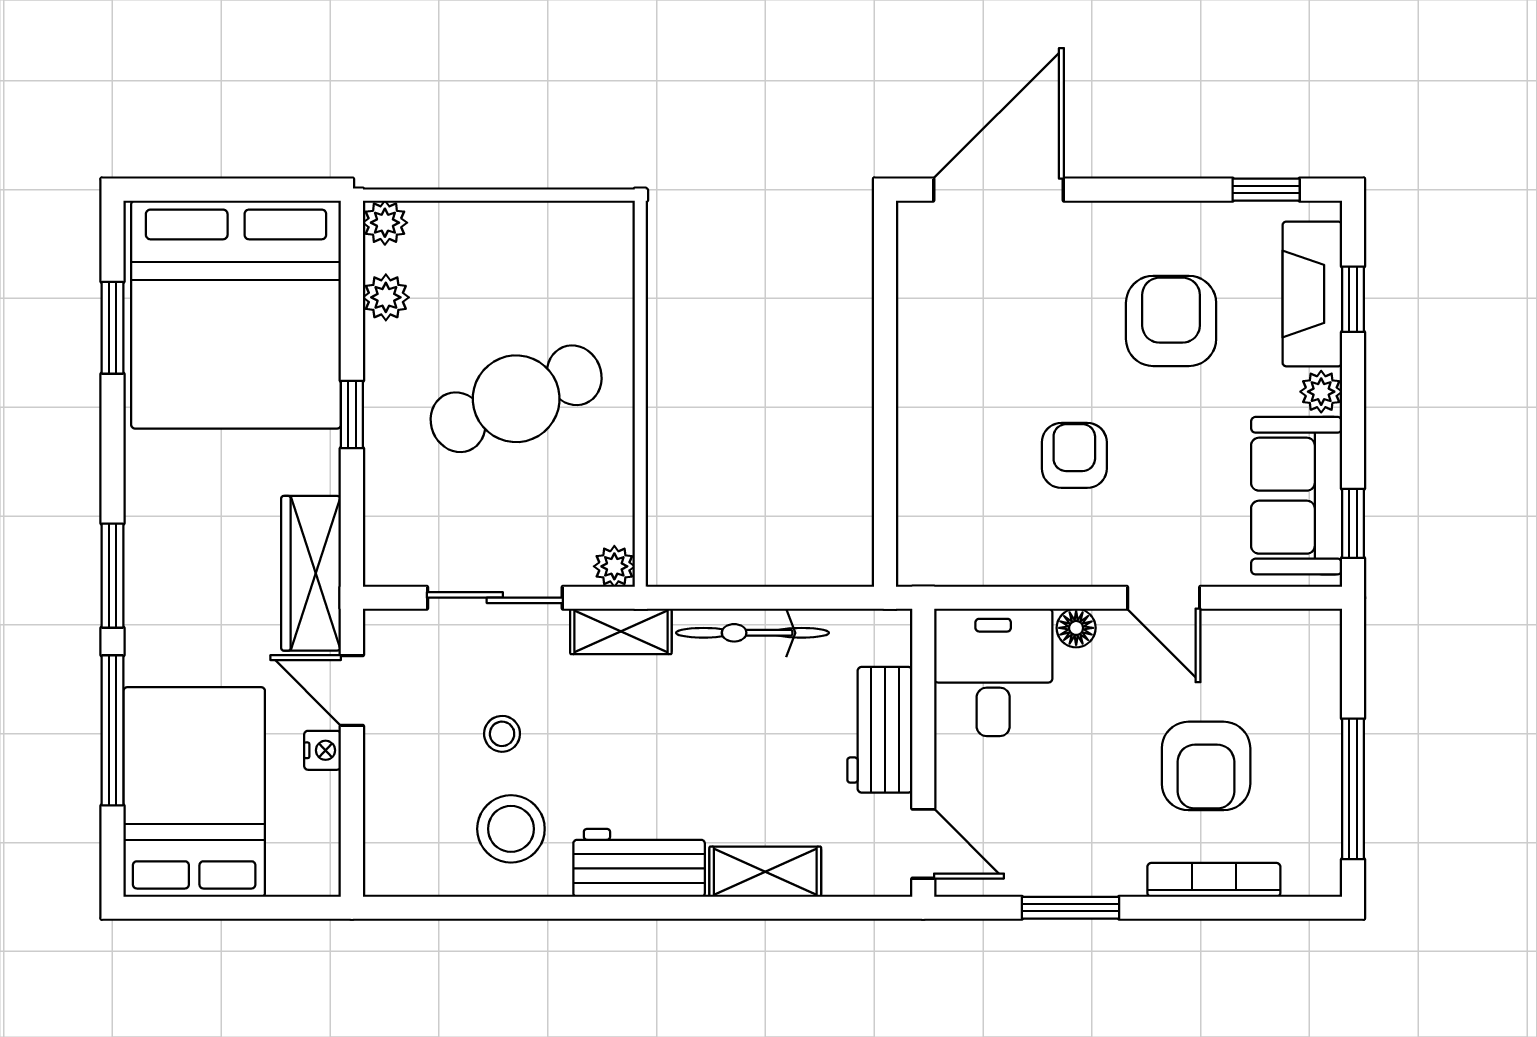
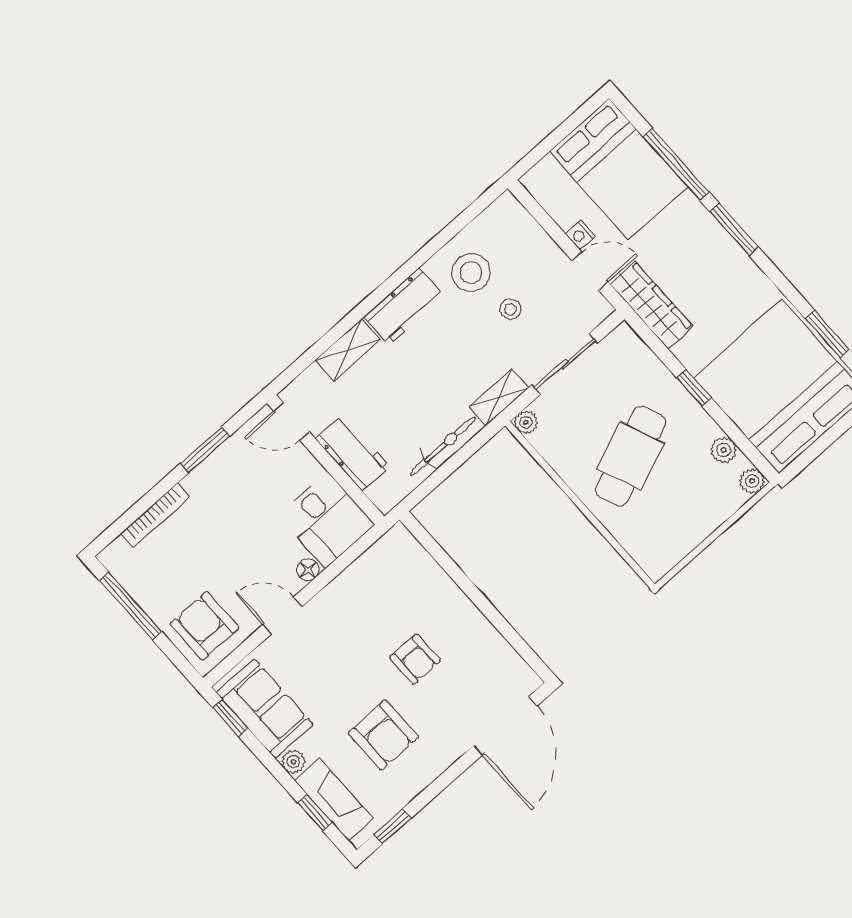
armchair: (1074, 455) -> (415, 659), moved
armchair: (1206, 766) -> (204, 626), moved

